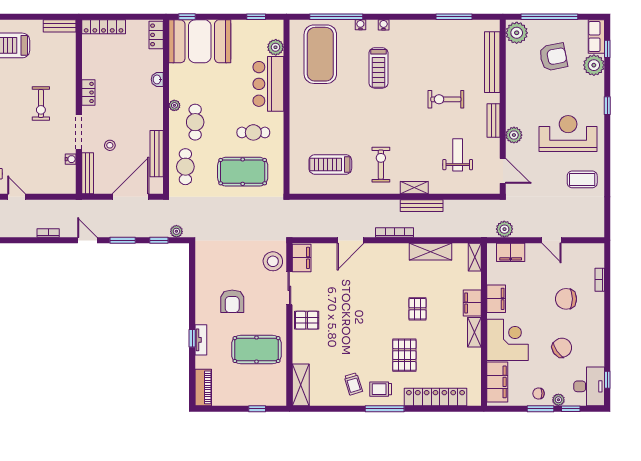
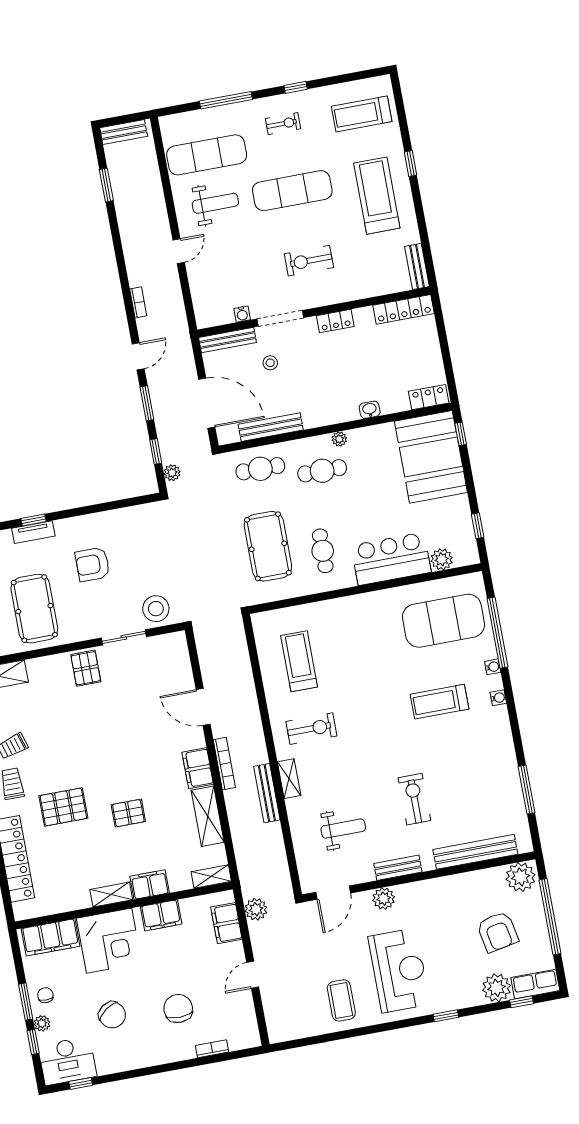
locker: (104, 27) -> (404, 309), moved, turned -90
filing cabinet: (302, 258) -> (198, 768), moved, turned 90

